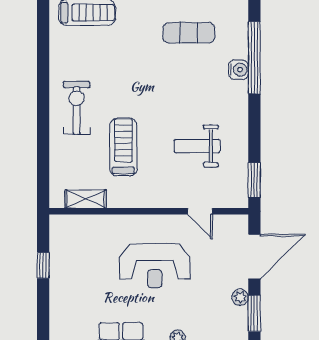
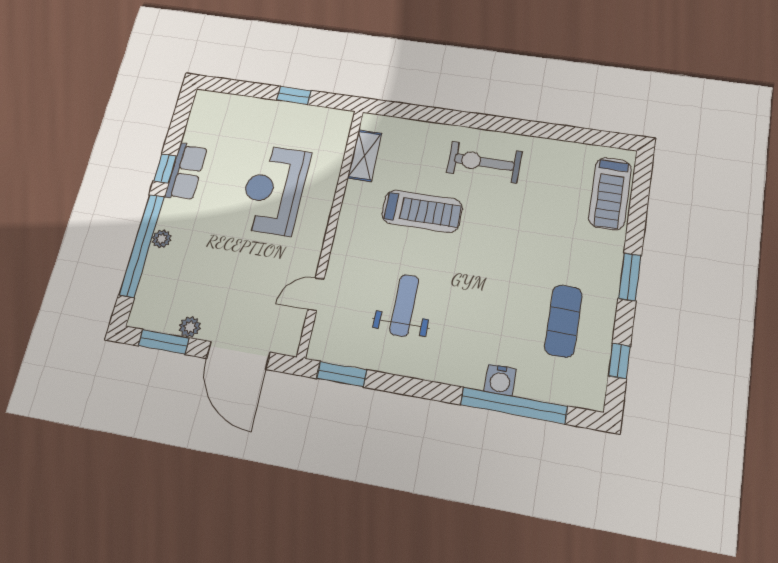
exercise bike: (77, 108) -> (484, 162), turned 180
reception desk: (155, 266) -> (274, 190), moved

